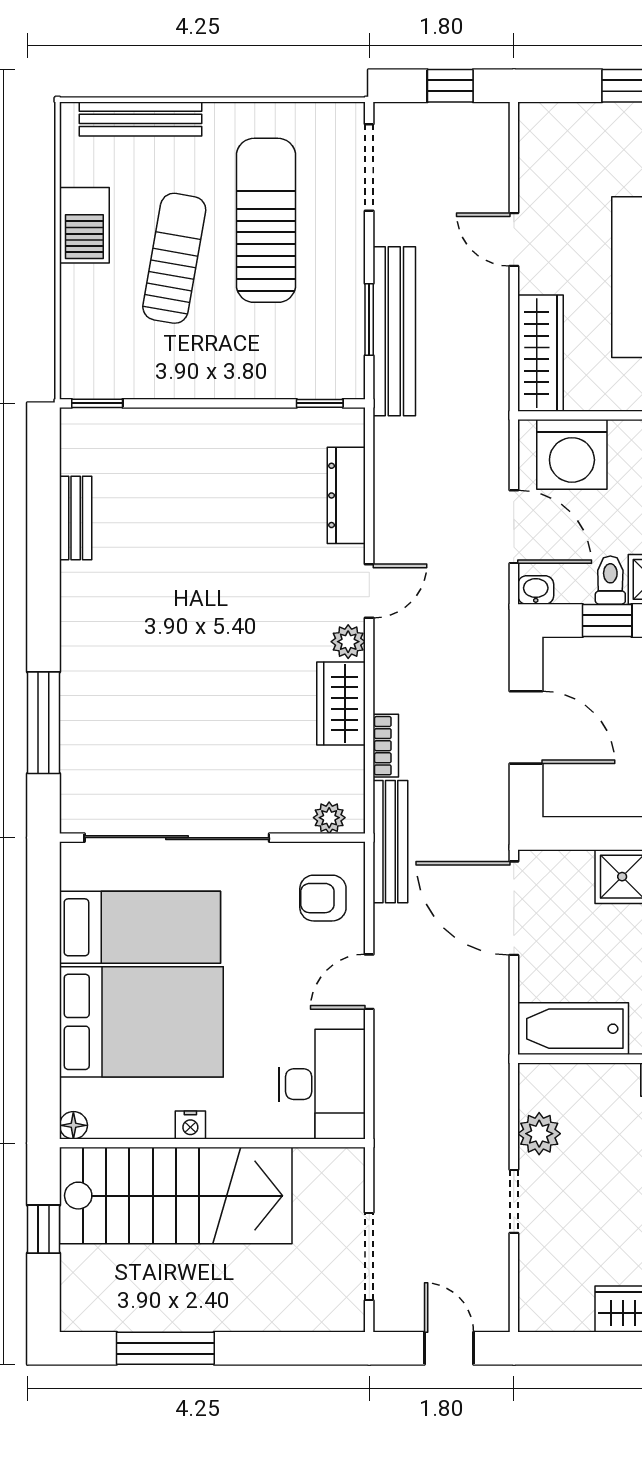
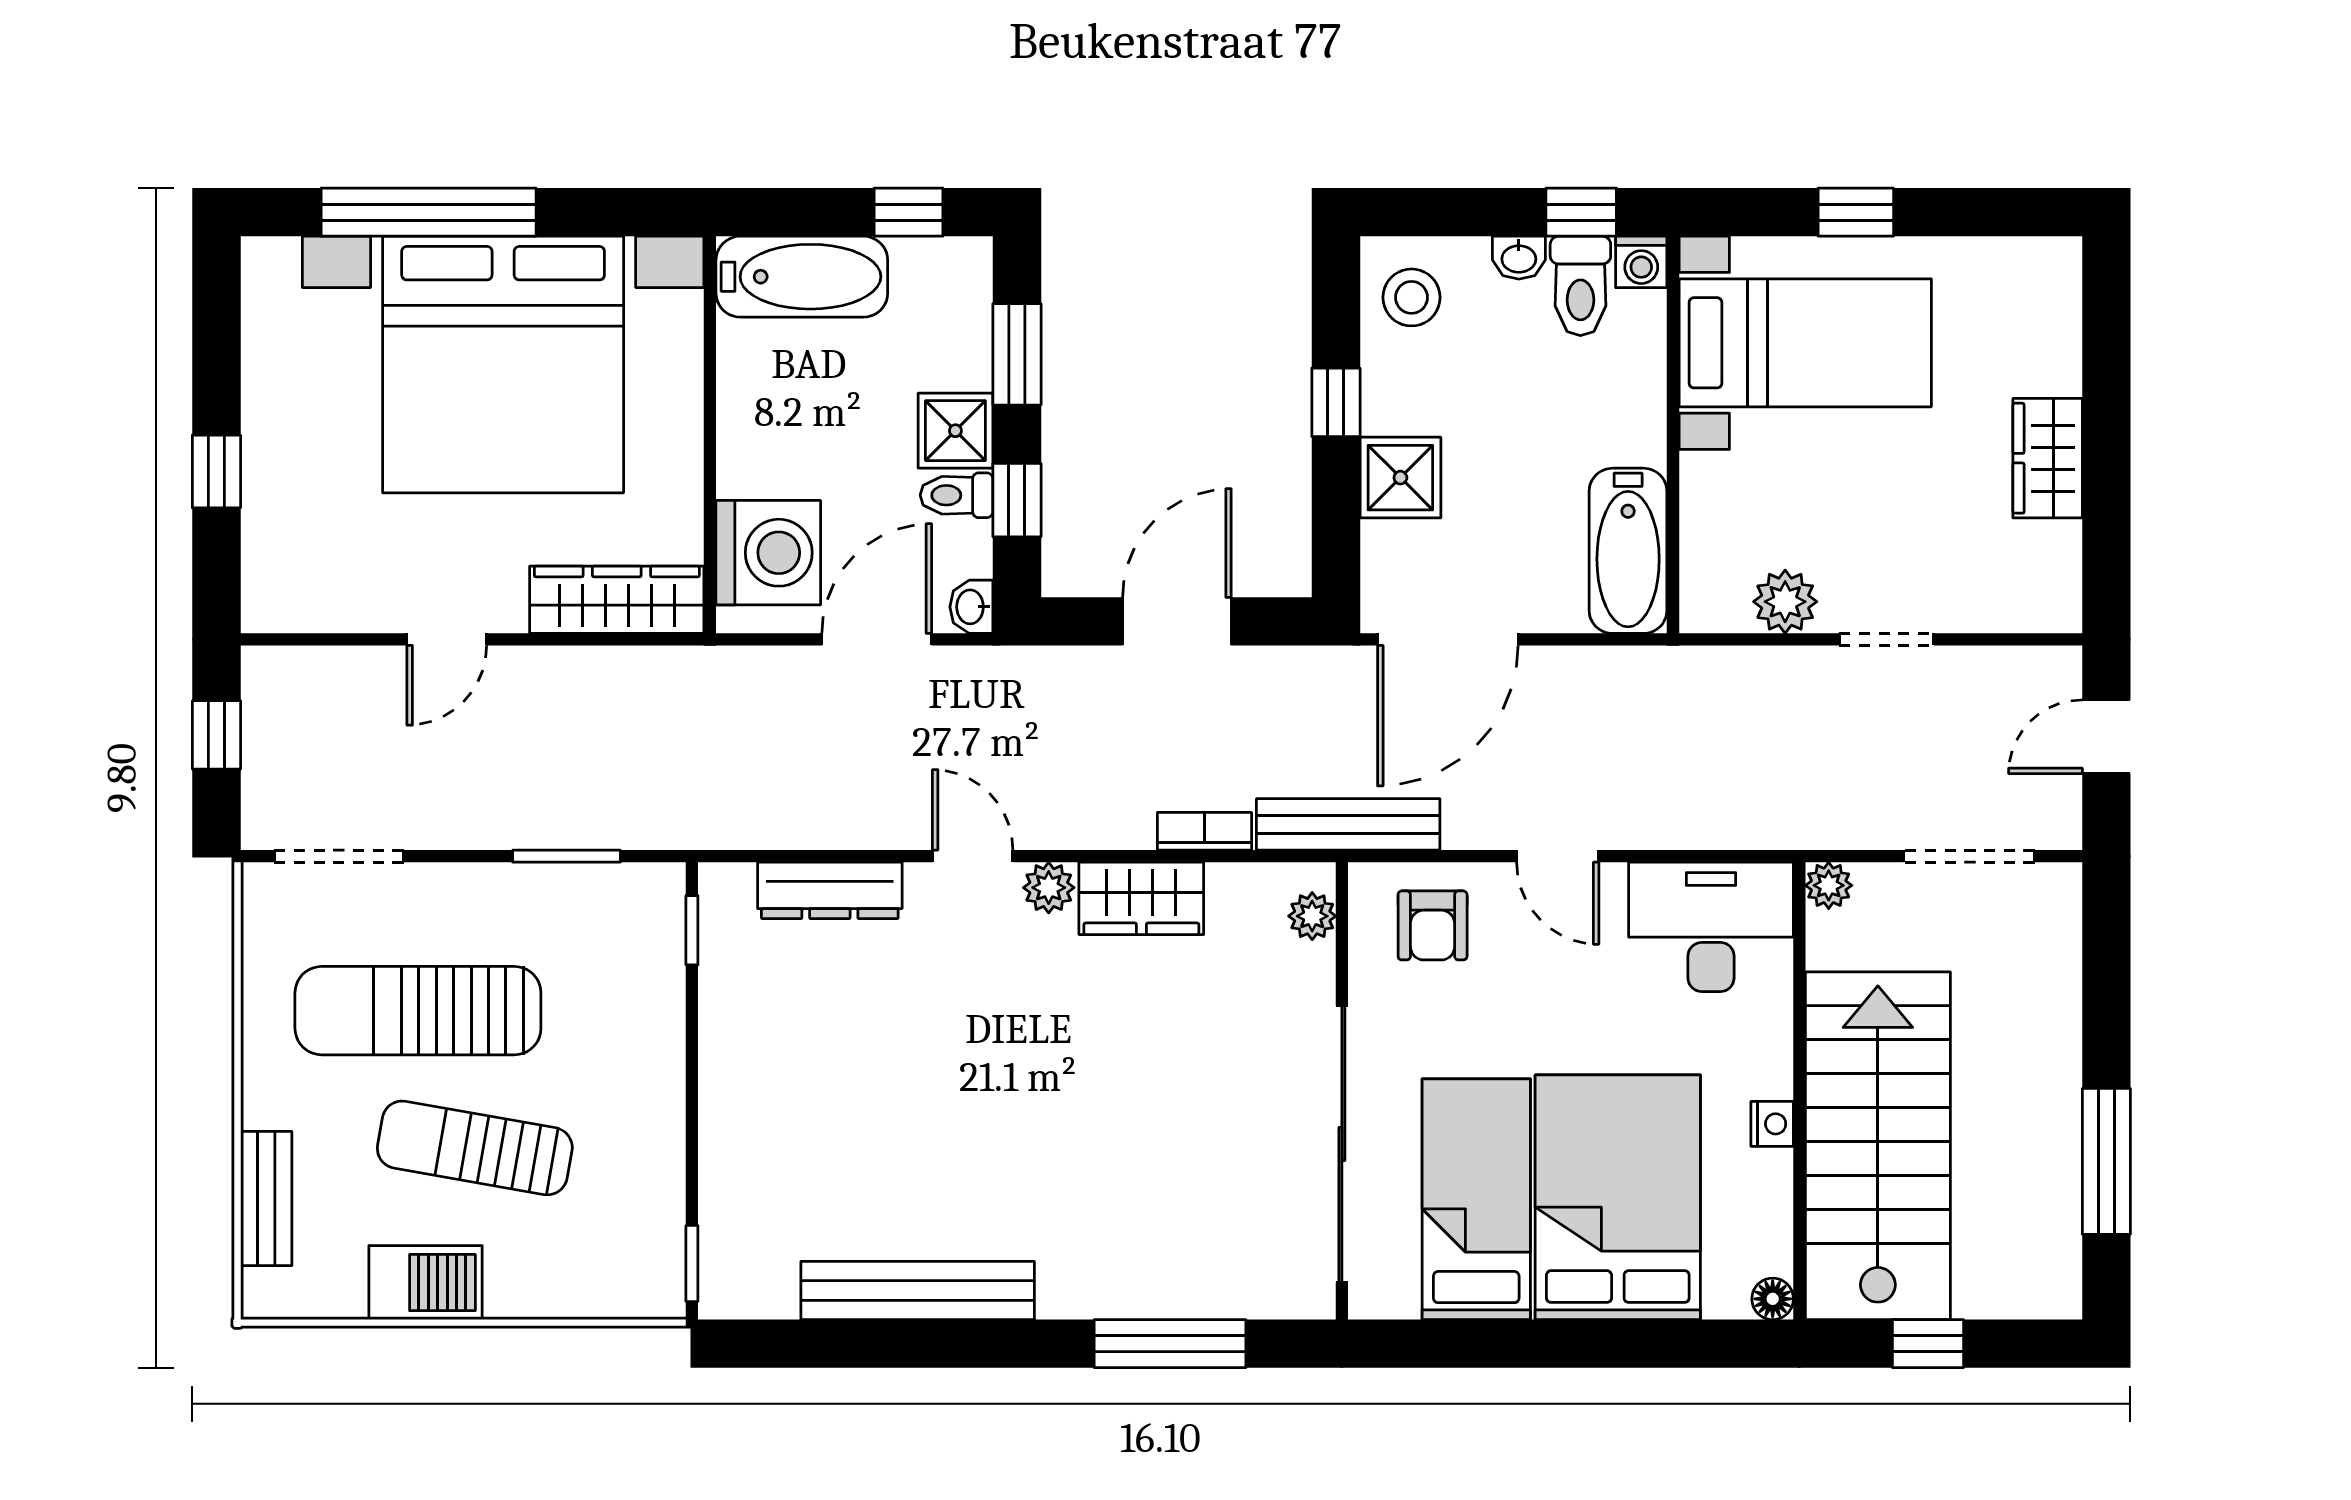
bench: (140, 119) -> (266, 1198), width x0.73
bench: (394, 331) -> (584, 819), removed
bench: (76, 518) -> (918, 1291), width x1.86, depth x1.21
plant: (350, 1163) -> (1829, 885), added

